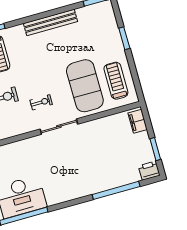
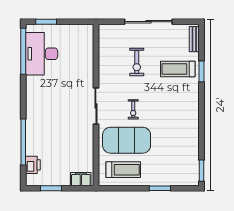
bench: (51, 22) -> (193, 125), removed
exercise bike: (41, 102) -> (133, 109), moved
printer: (149, 171) -> (33, 165), moved

